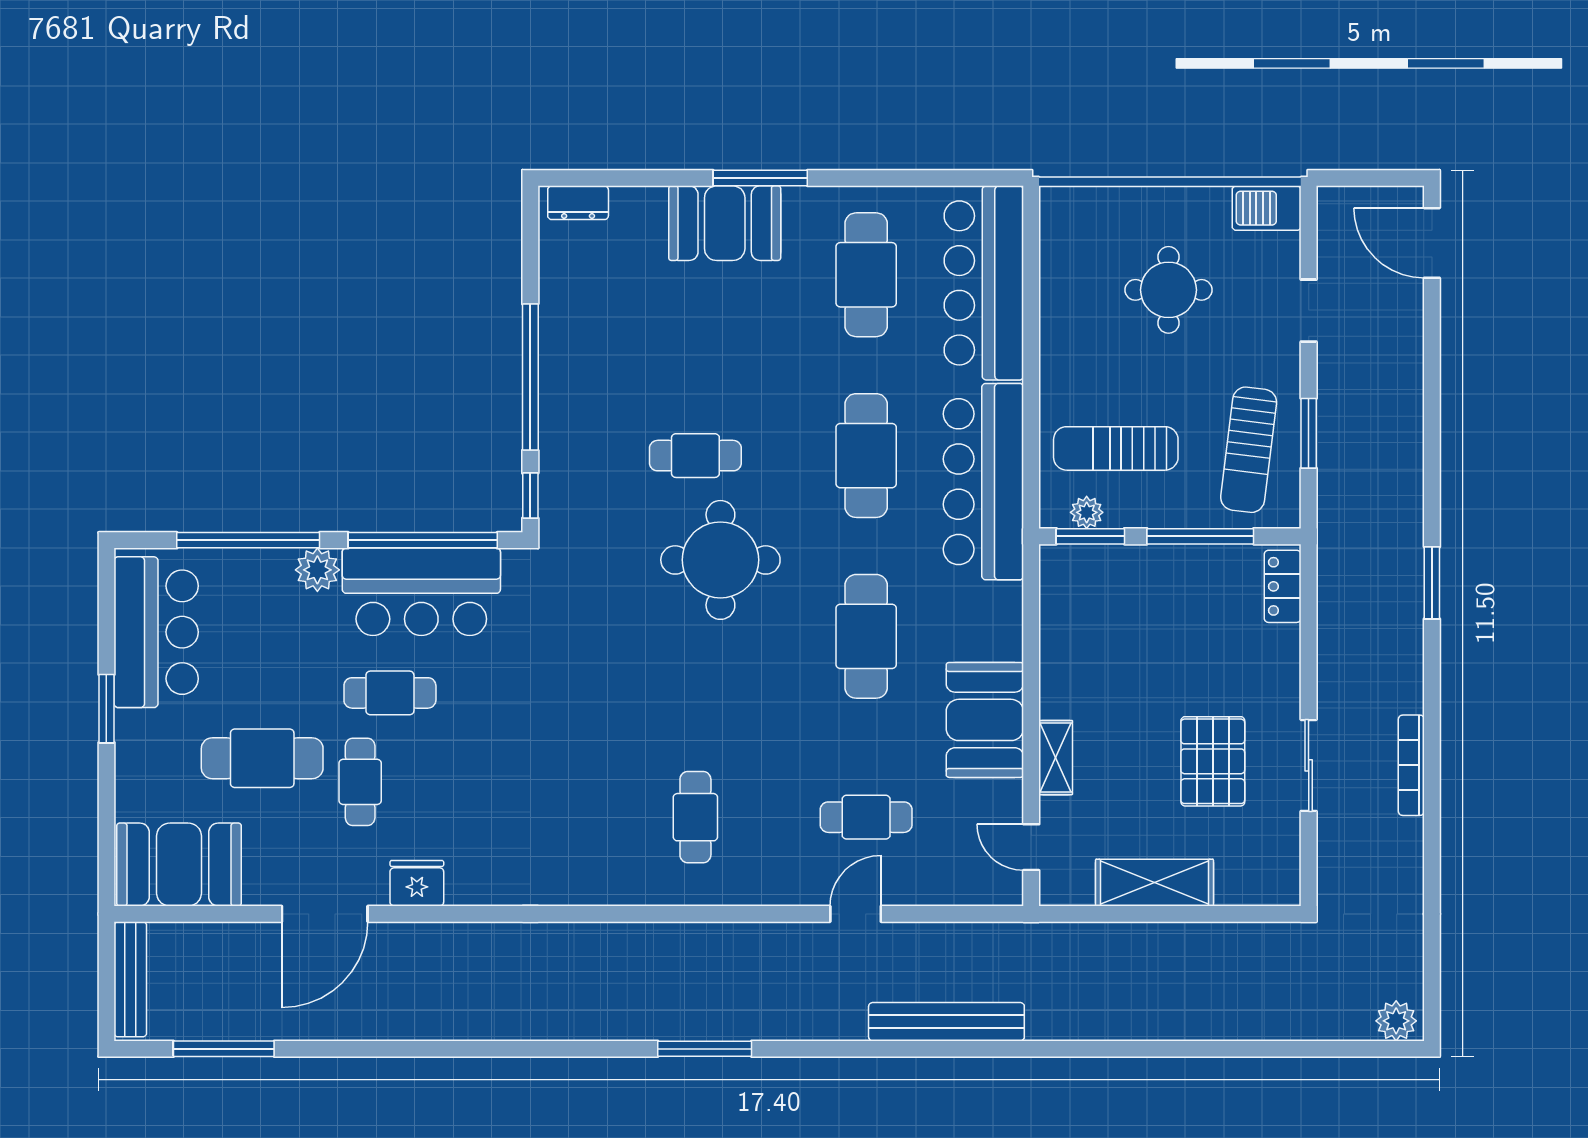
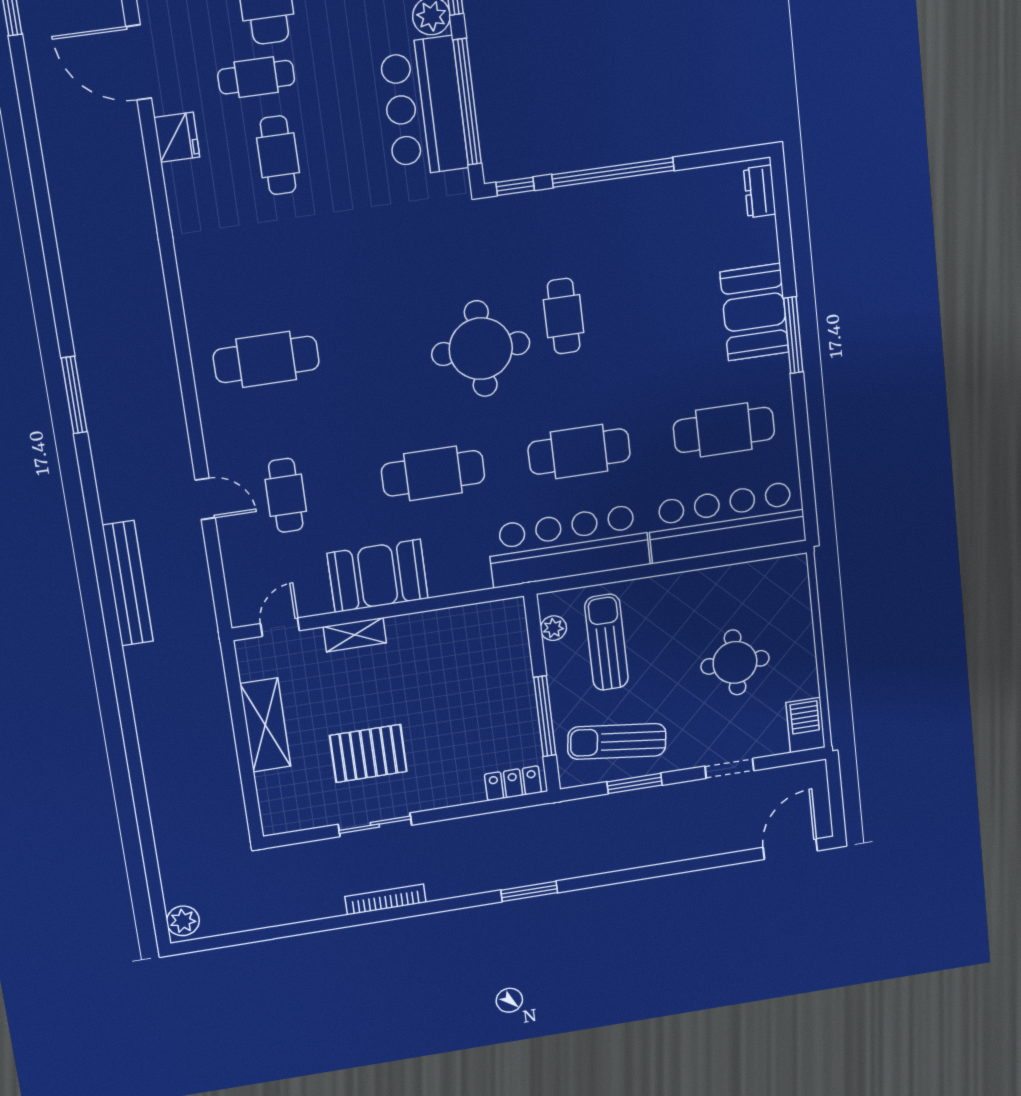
window: (1090, 536) -> (535, 634), removed
cafe table: (390, 693) -> (278, 155), moved
cafe table: (695, 817) -> (266, 359), width x1.37, depth x1.35

